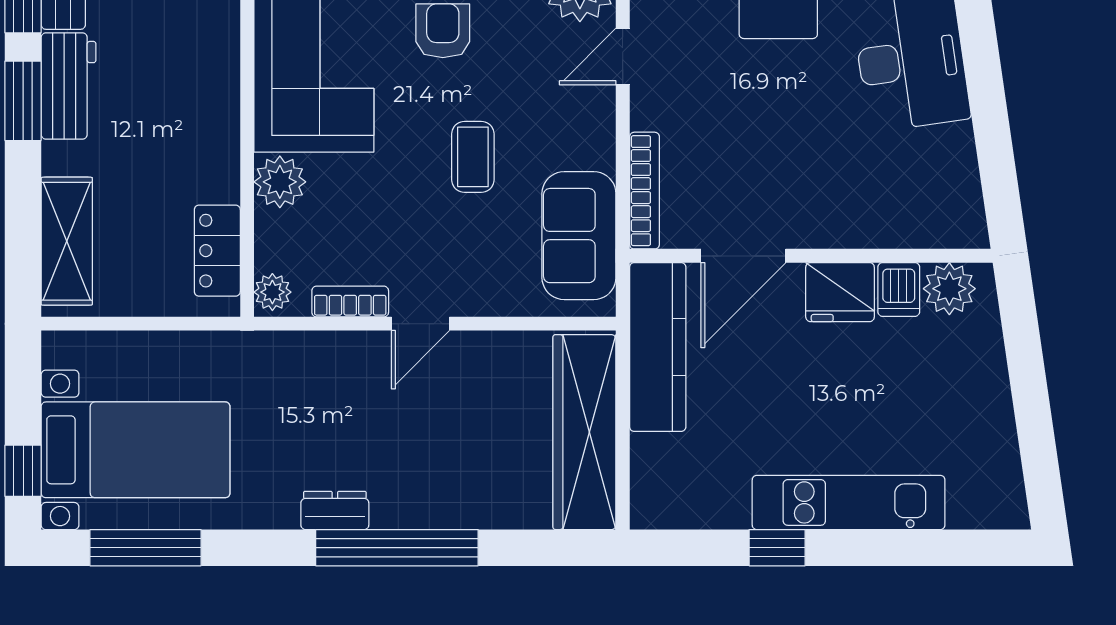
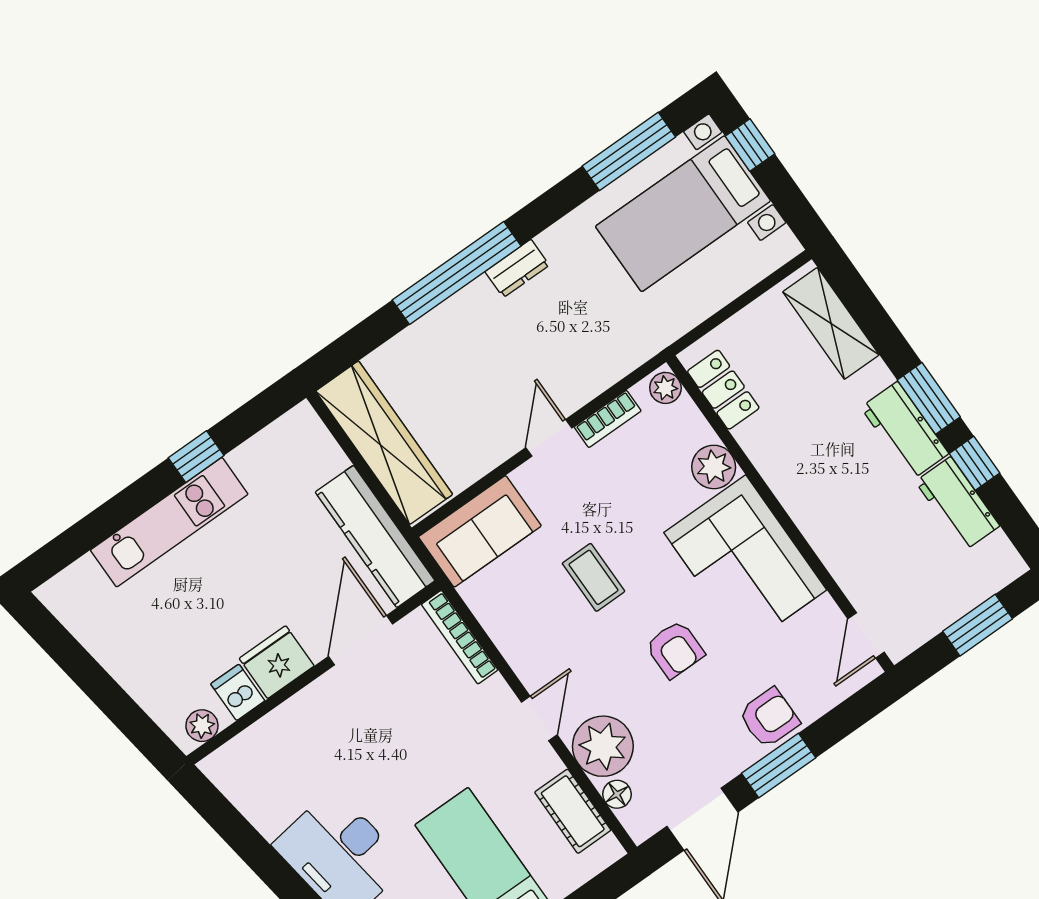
sofa: (579, 236) -> (480, 531), moved, turned 90
plant: (949, 289) -> (202, 726), width x0.73, depth x0.73

